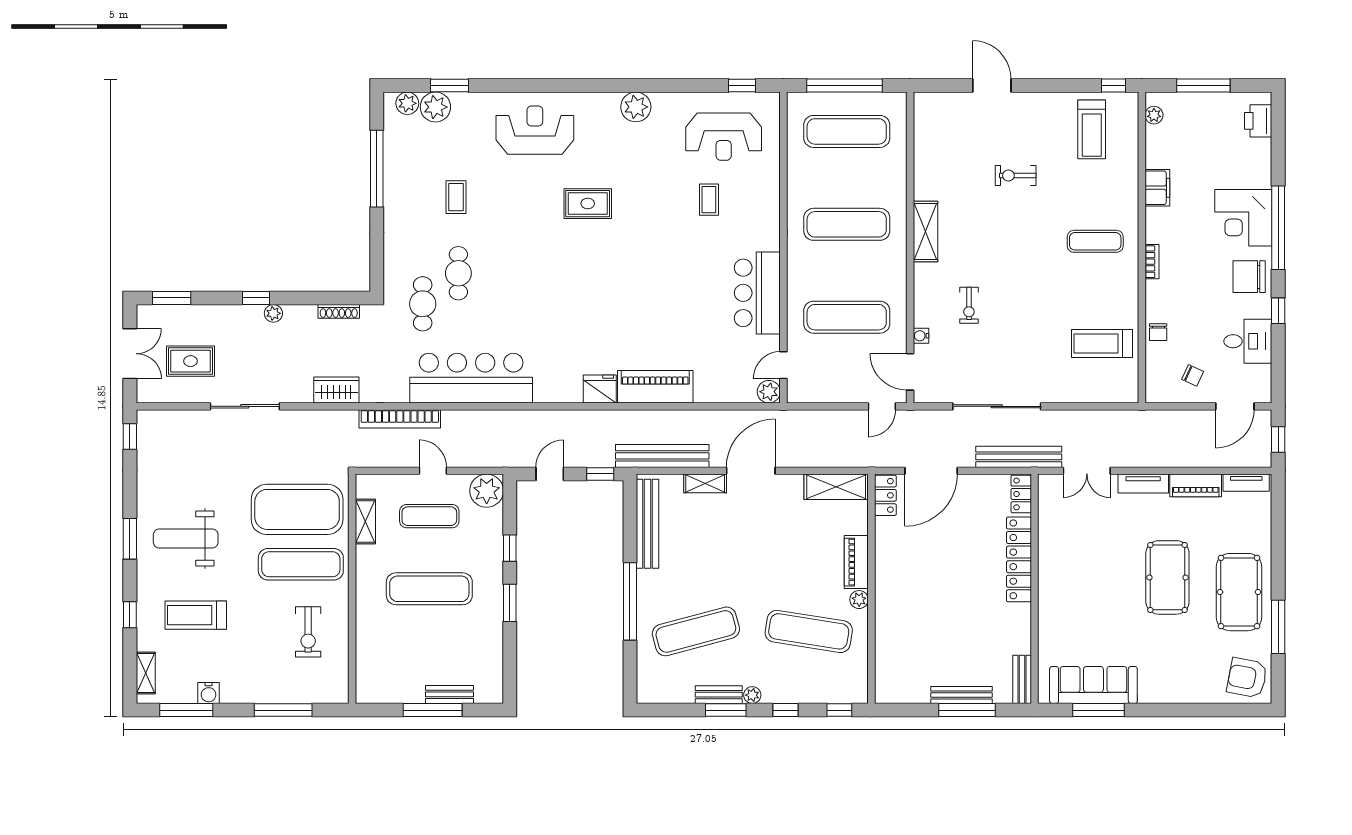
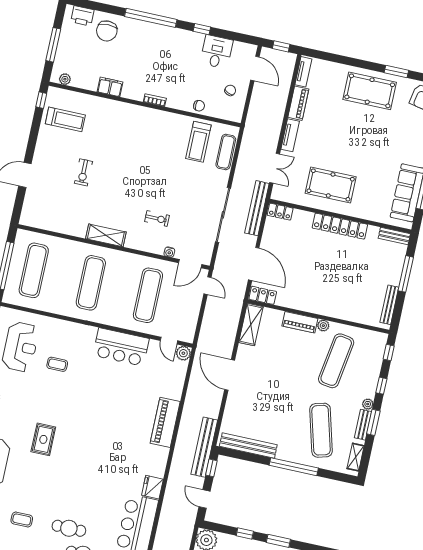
corner desk: (1243, 218) -> (140, 38), removed
exercise mat: (1095, 241) -> (226, 152), moved
chair: (1249, 277) -> (107, 31), moved
fridge: (600, 389) -> (152, 487), moved
bench: (662, 456) -> (204, 447), moved
shelving: (705, 483) -> (356, 457), moved
locker: (1019, 559) -> (340, 226), moved
pool table: (1167, 577) -> (331, 185), moved
window: (1278, 627) -> (396, 71), width x0.69
bench: (962, 695) -> (389, 305), moved

